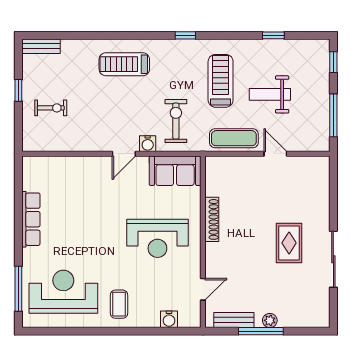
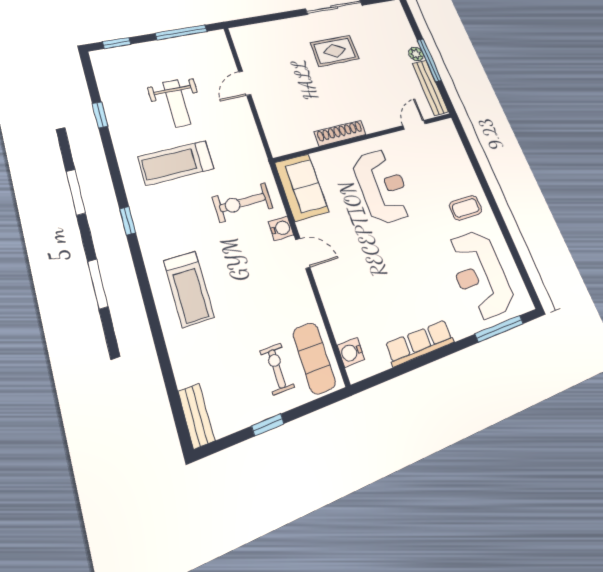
exercise mat: (234, 138) -> (314, 358), moved
door: (203, 289) -> (414, 125), hinge flipped
water cooler: (169, 319) -> (351, 352), moved, turned 180
bench: (234, 320) -> (430, 88), width x1.36

